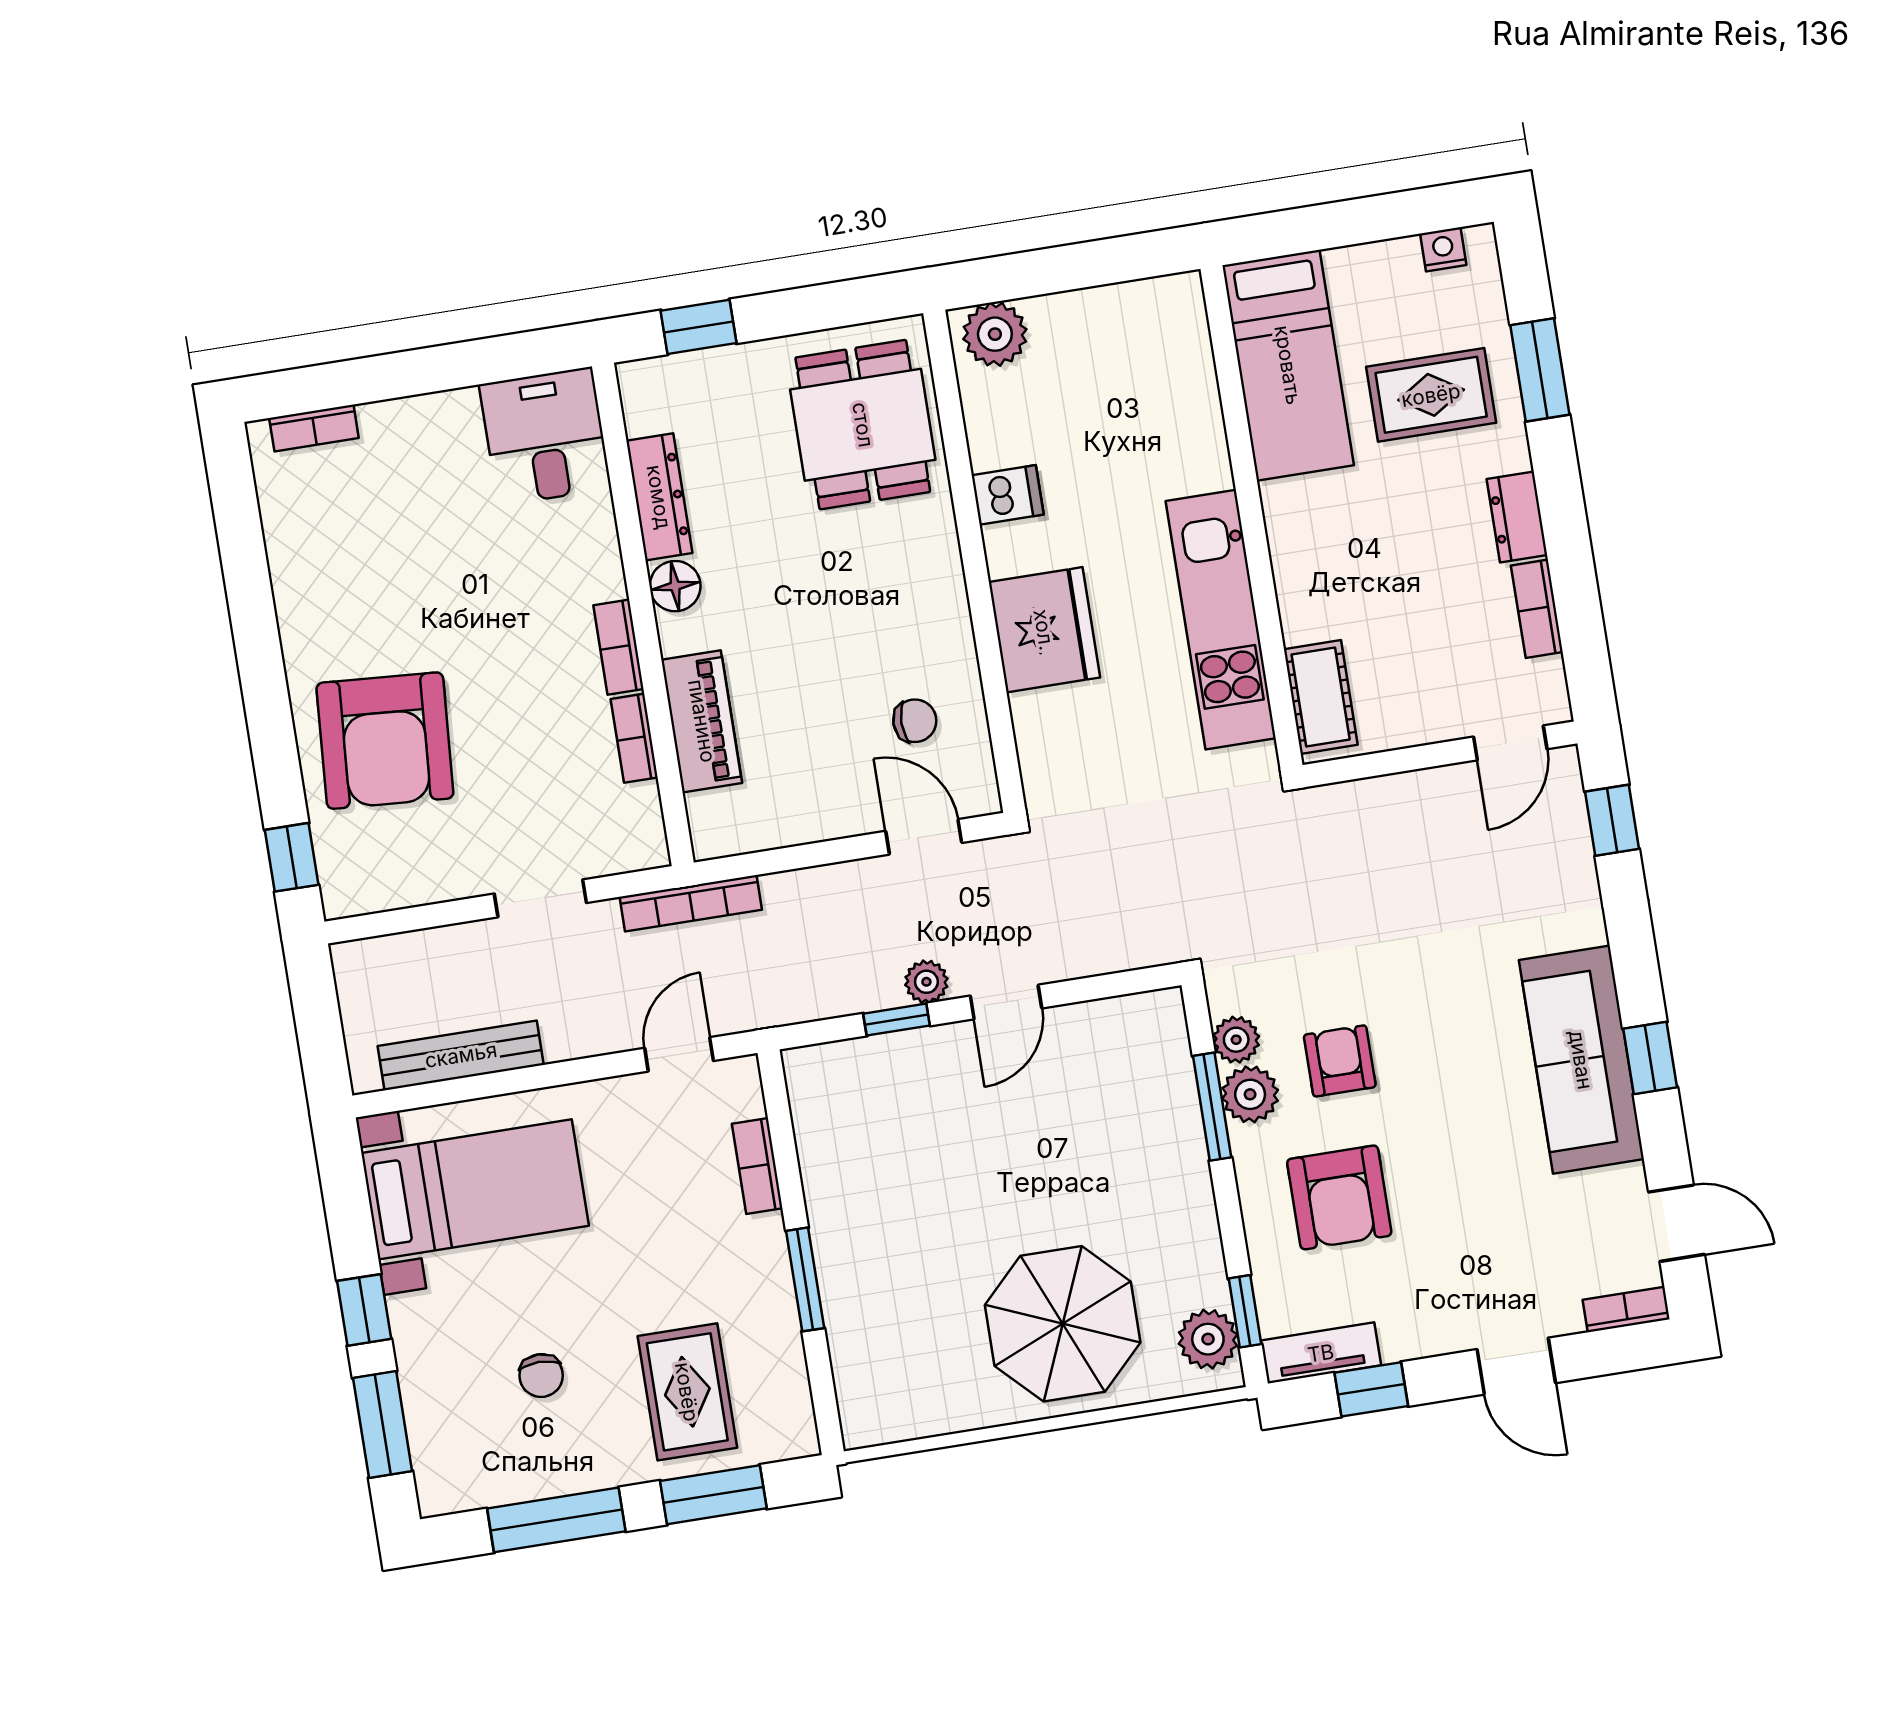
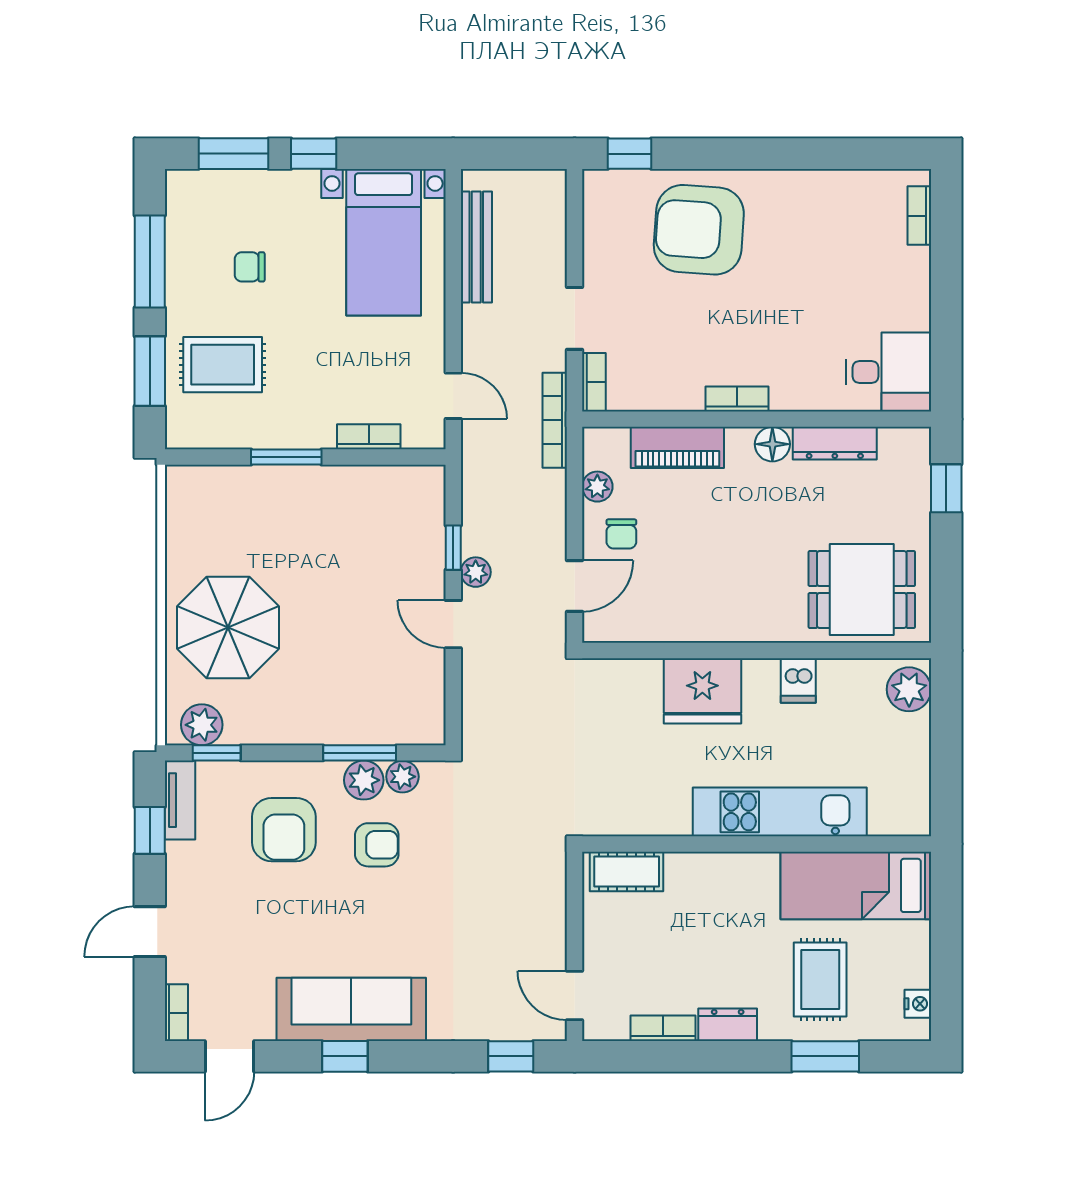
kitchen unit: (1221, 620) -> (780, 812), moved
chair: (915, 721) -> (621, 534), moved
bookcase: (634, 738) -> (594, 382), moved, turned 90
plant: (776, 827) -> (597, 487), added
armchair: (1339, 1197) -> (284, 830), turned -90

